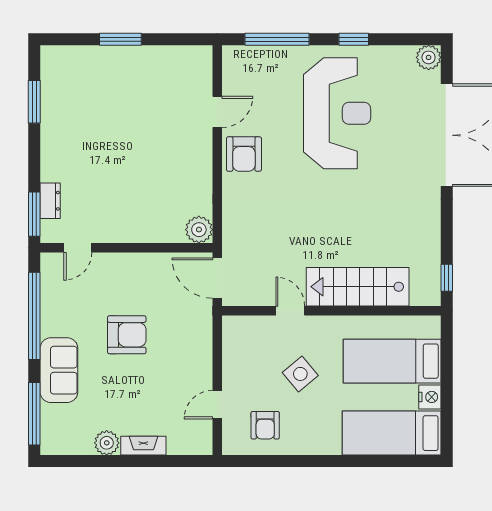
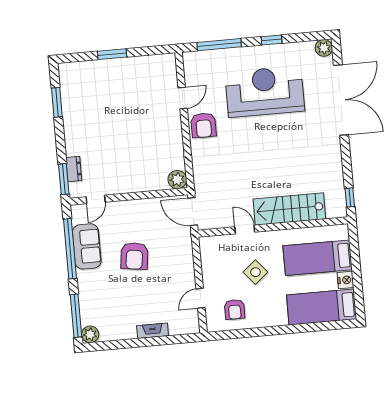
reception desk: (337, 113) -> (265, 92), turned -90
armchair: (127, 335) -> (134, 256), turned 97
sofa: (59, 370) -> (87, 246), moved
plant: (107, 443) -> (90, 334), moved

